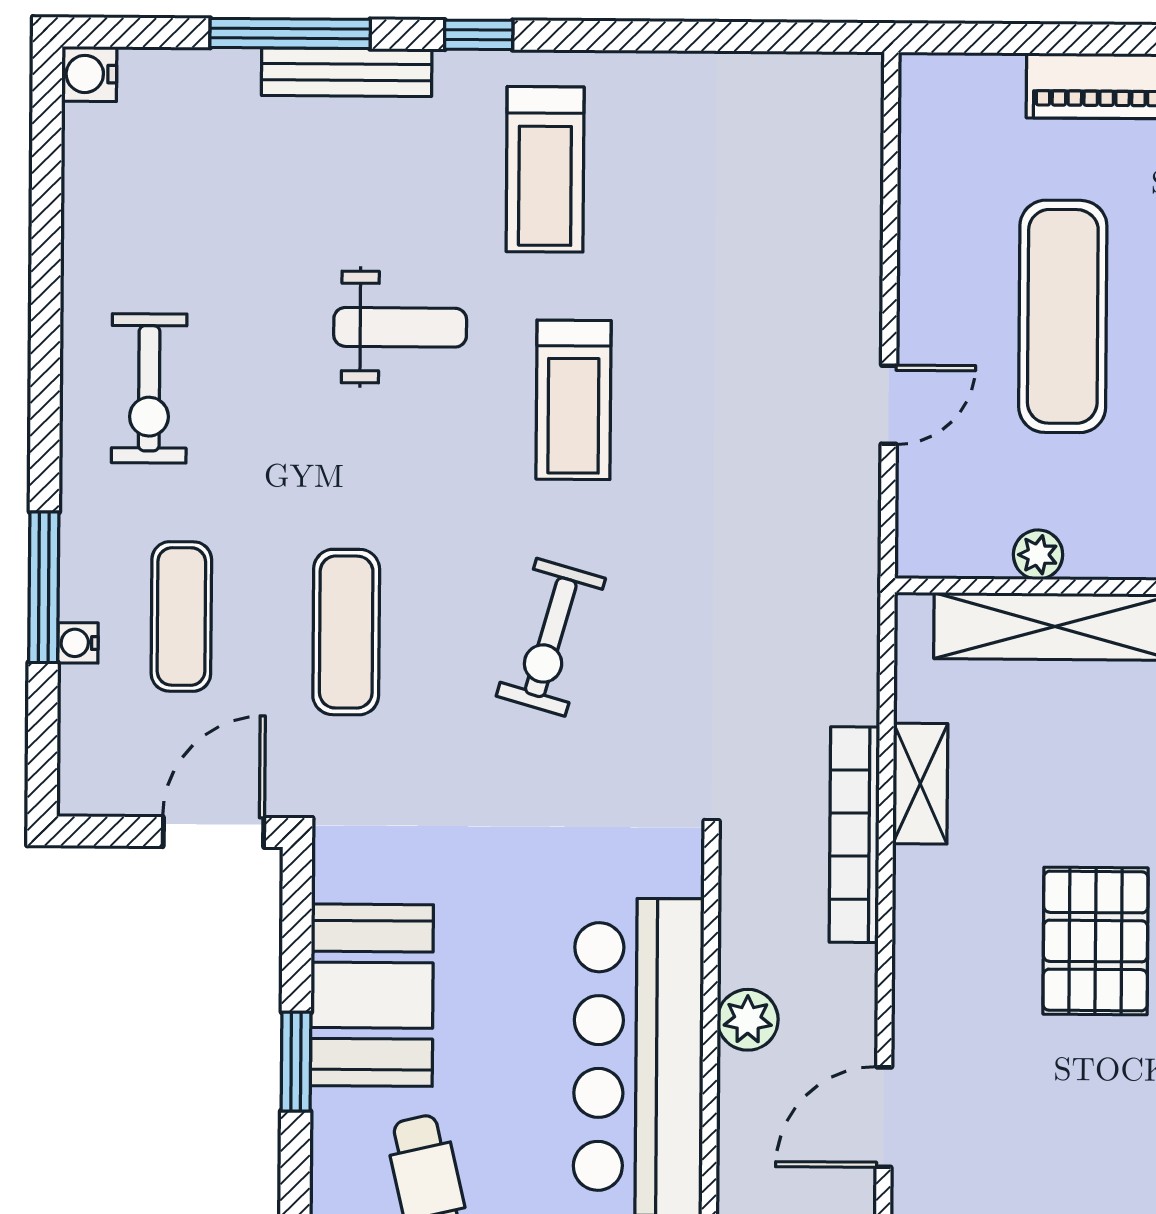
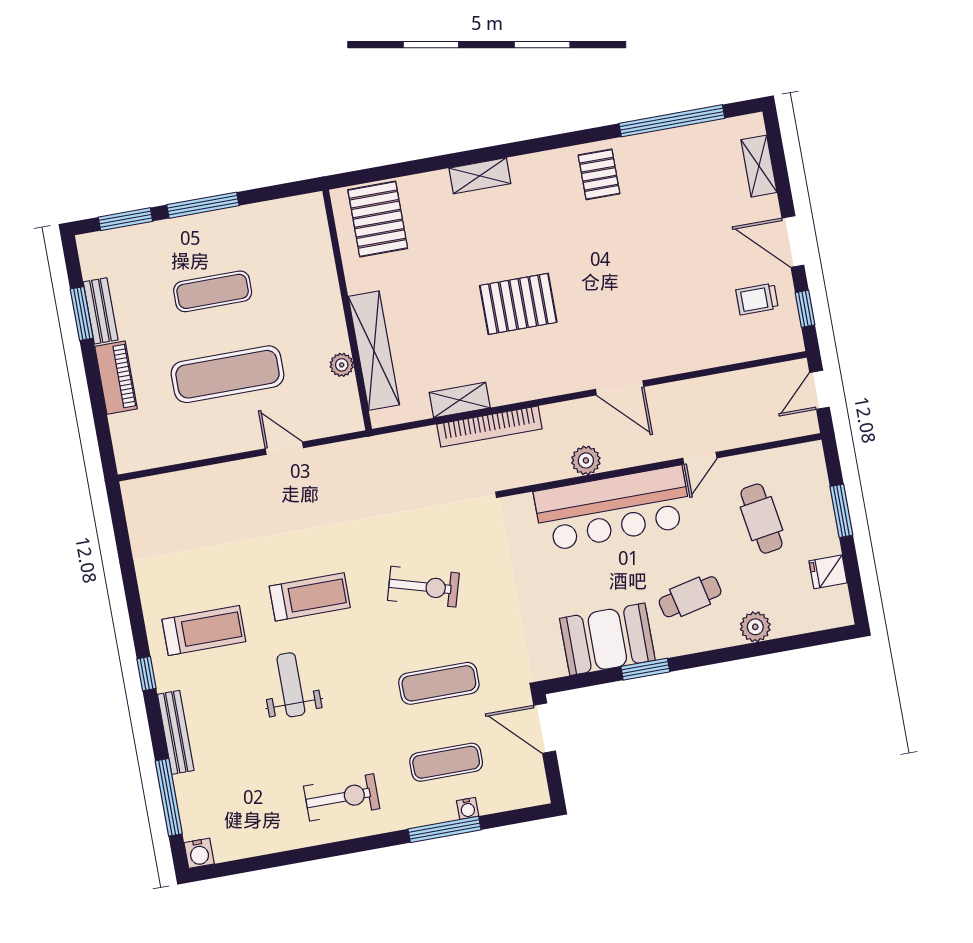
window: (290, 33) -> (169, 797), moved

